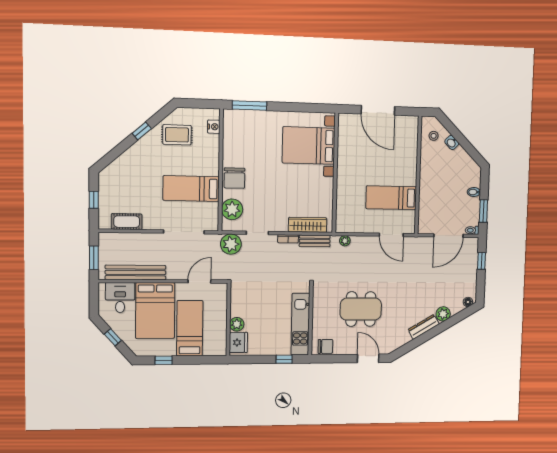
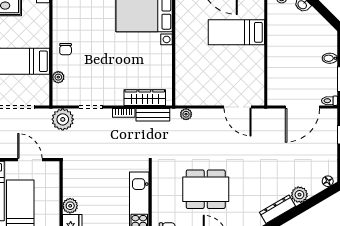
chair: (234, 178) -> (66, 49), width x0.54, depth x0.54
bed: (391, 198) -> (236, 32), moved
plant: (232, 209) -> (58, 77), width x0.53, depth x0.53
door: (199, 281) -> (30, 160), hinge flipped

